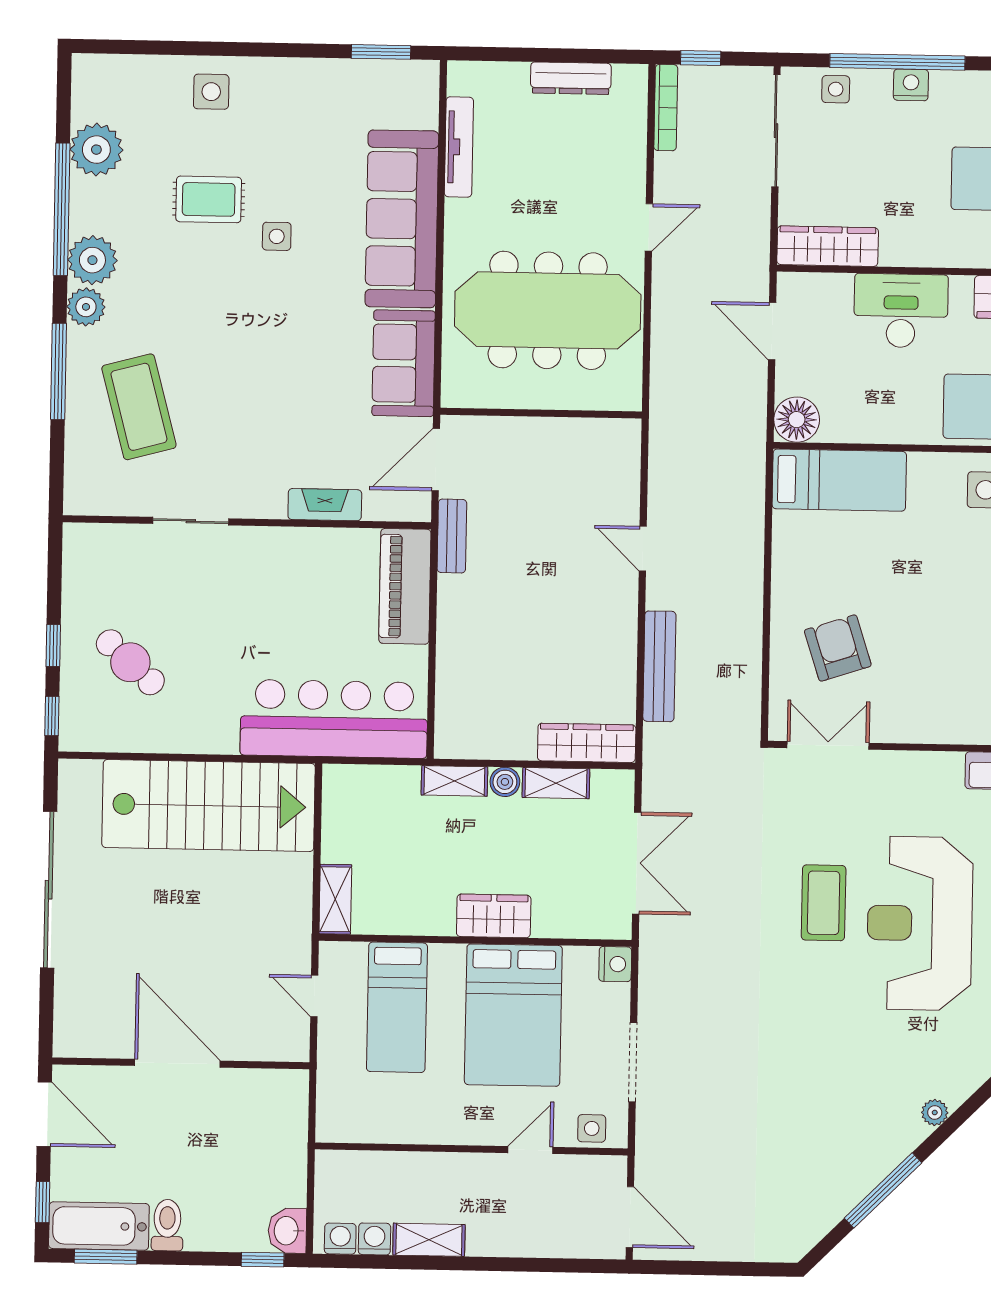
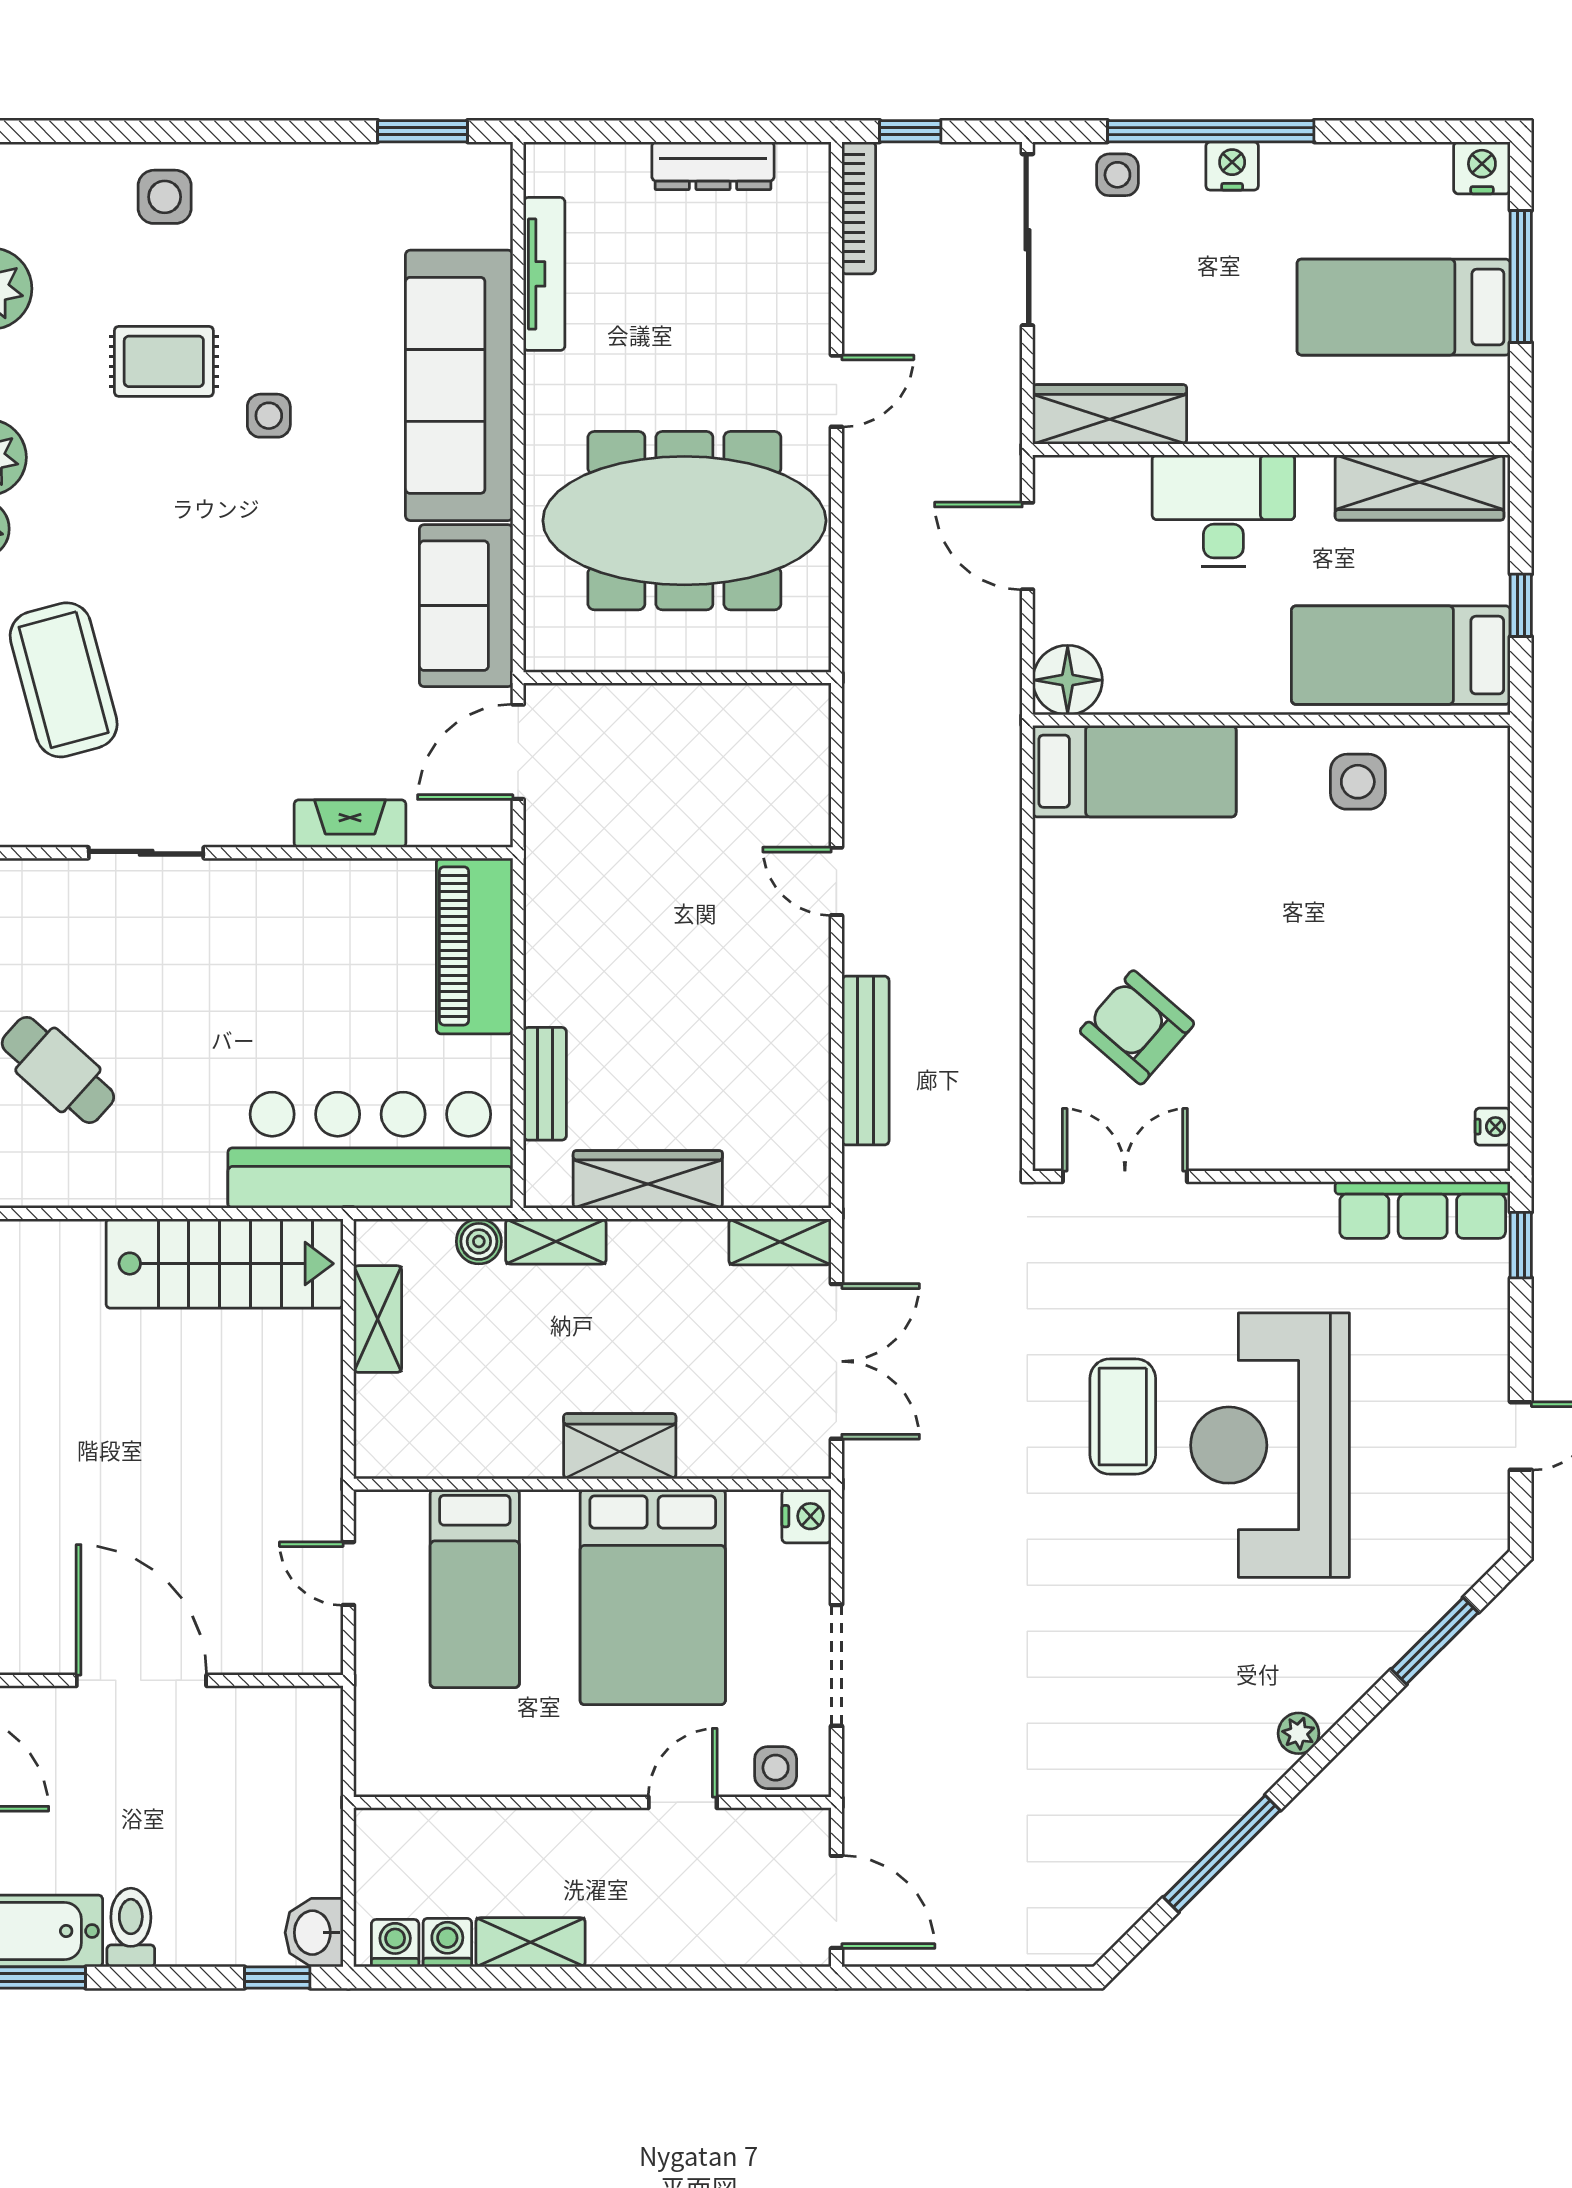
bench: (452, 536) -> (545, 1084), moved
armchair: (838, 648) -> (1137, 1027), turned -31
wardrobe: (587, 743) -> (648, 1179), moved
boiler: (505, 782) -> (479, 1241), moved
shelving: (556, 783) -> (780, 1242), moved
stairs: (209, 806) -> (225, 1264), width x0.73, depth x0.66
shelving: (335, 899) -> (378, 1319), moved

